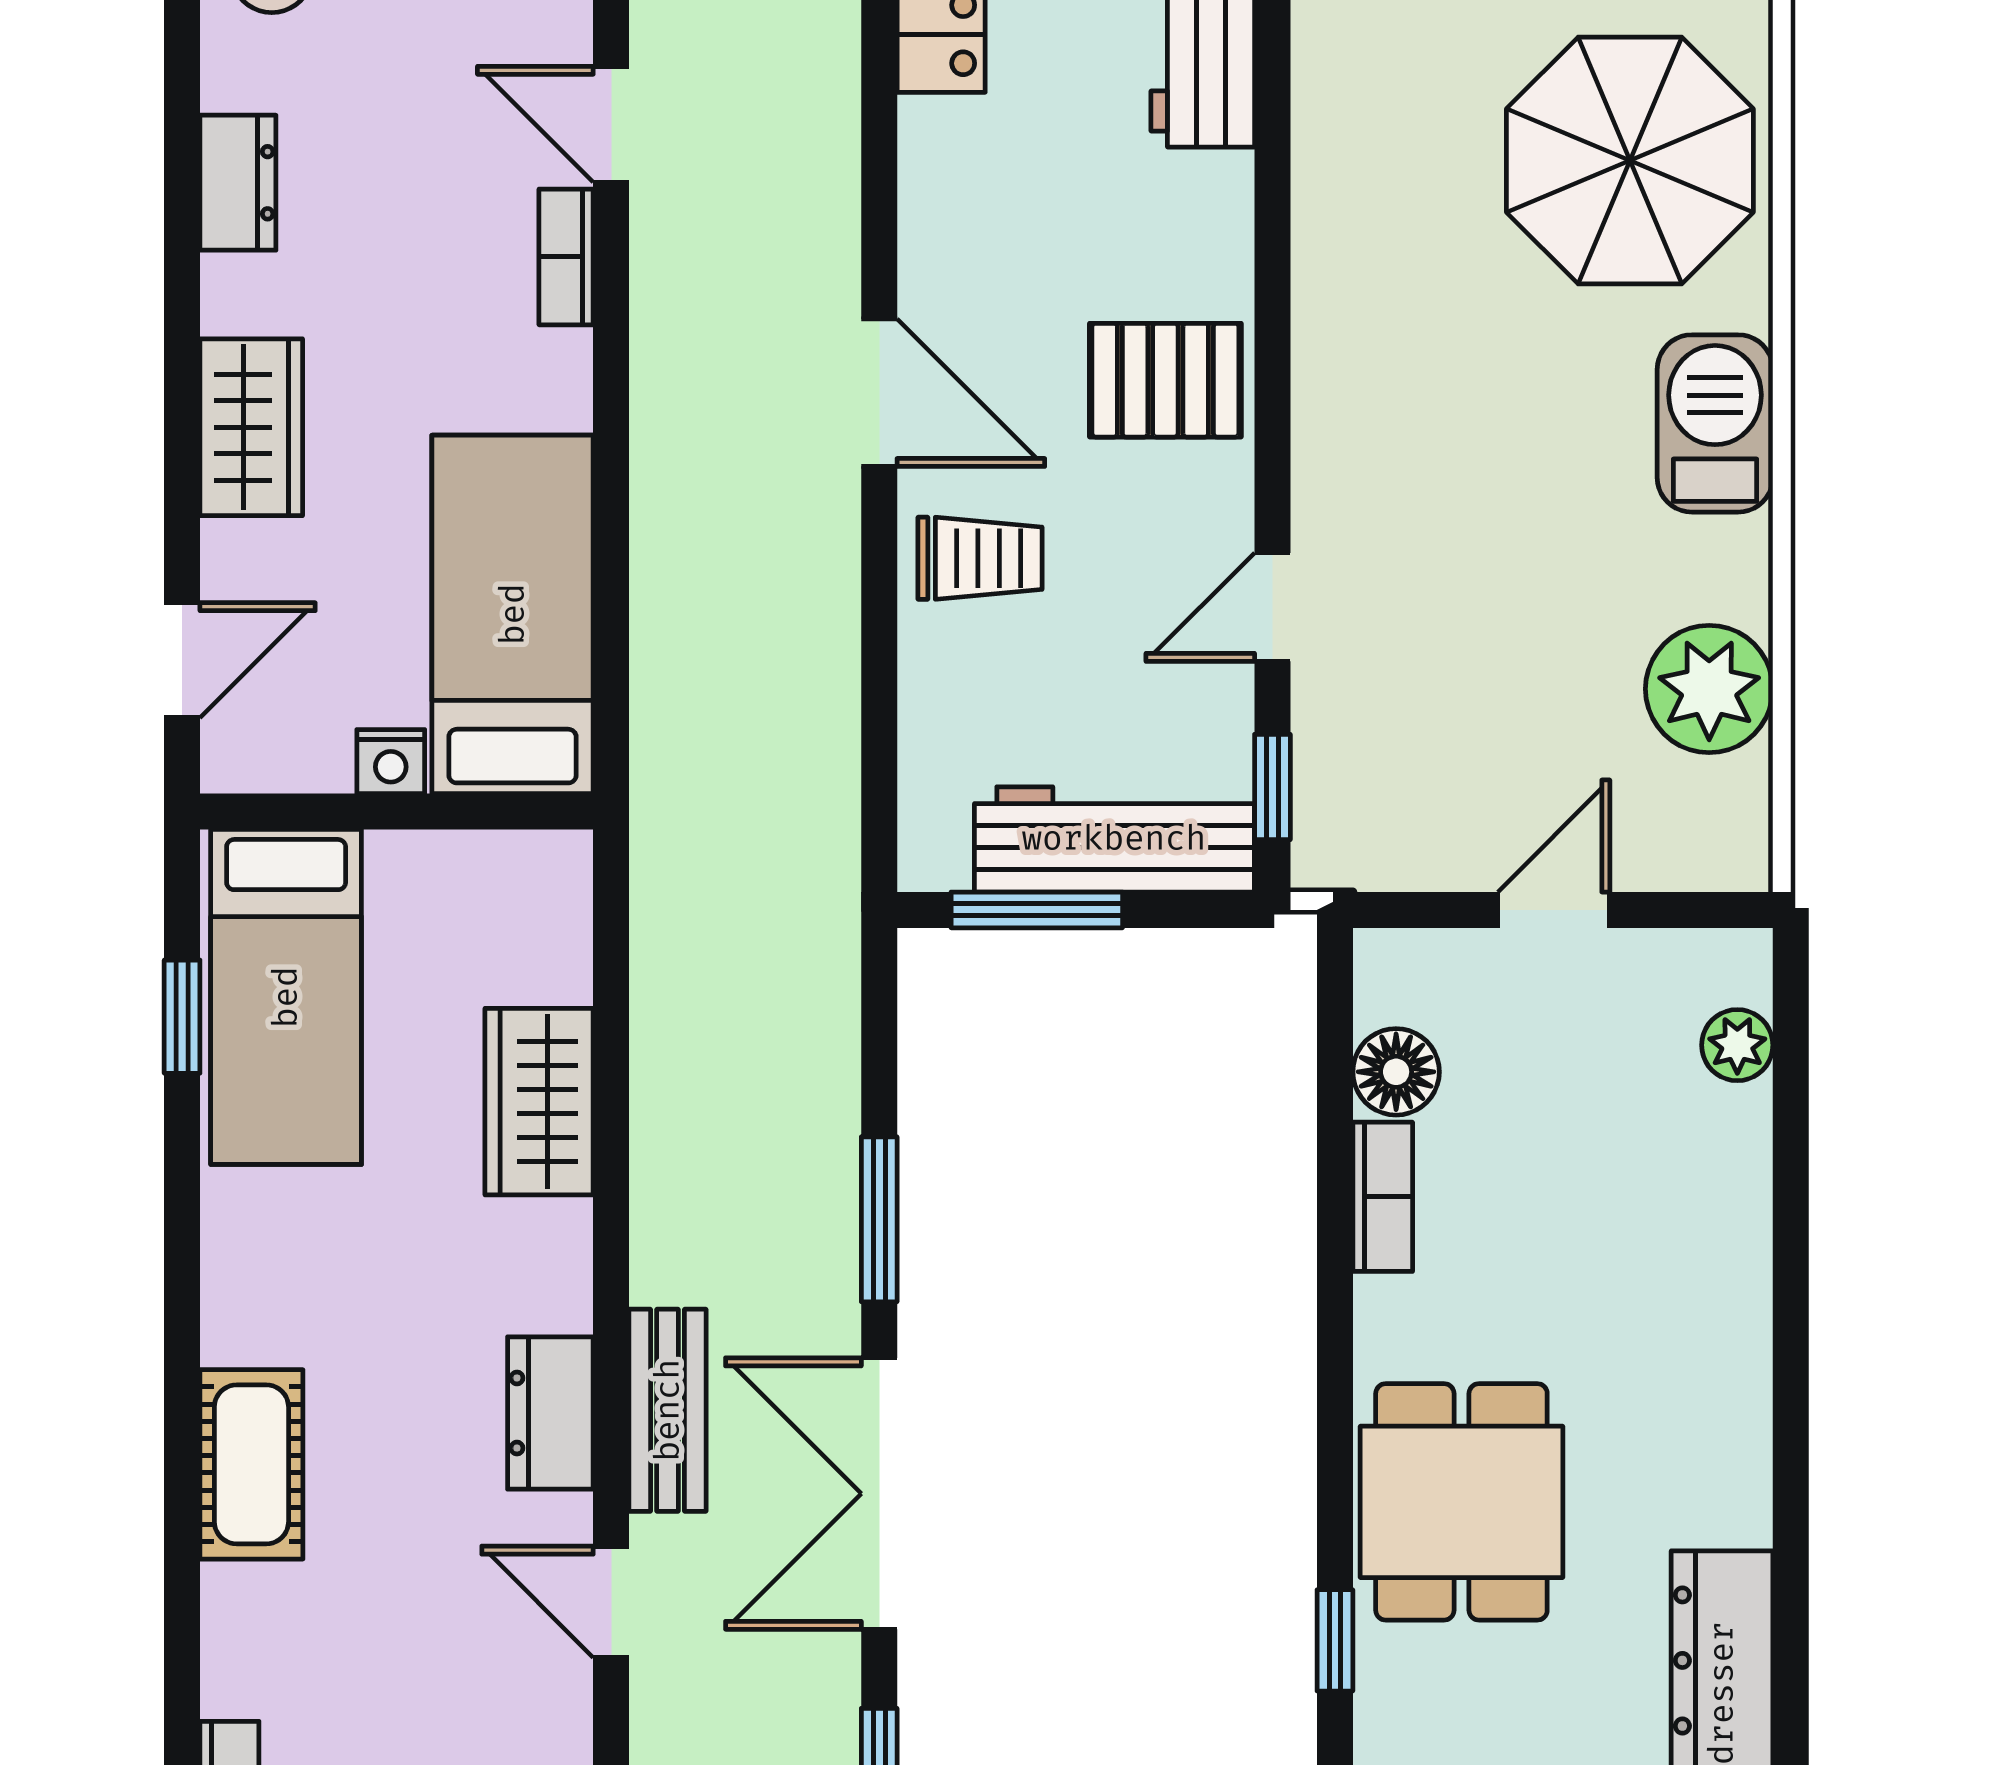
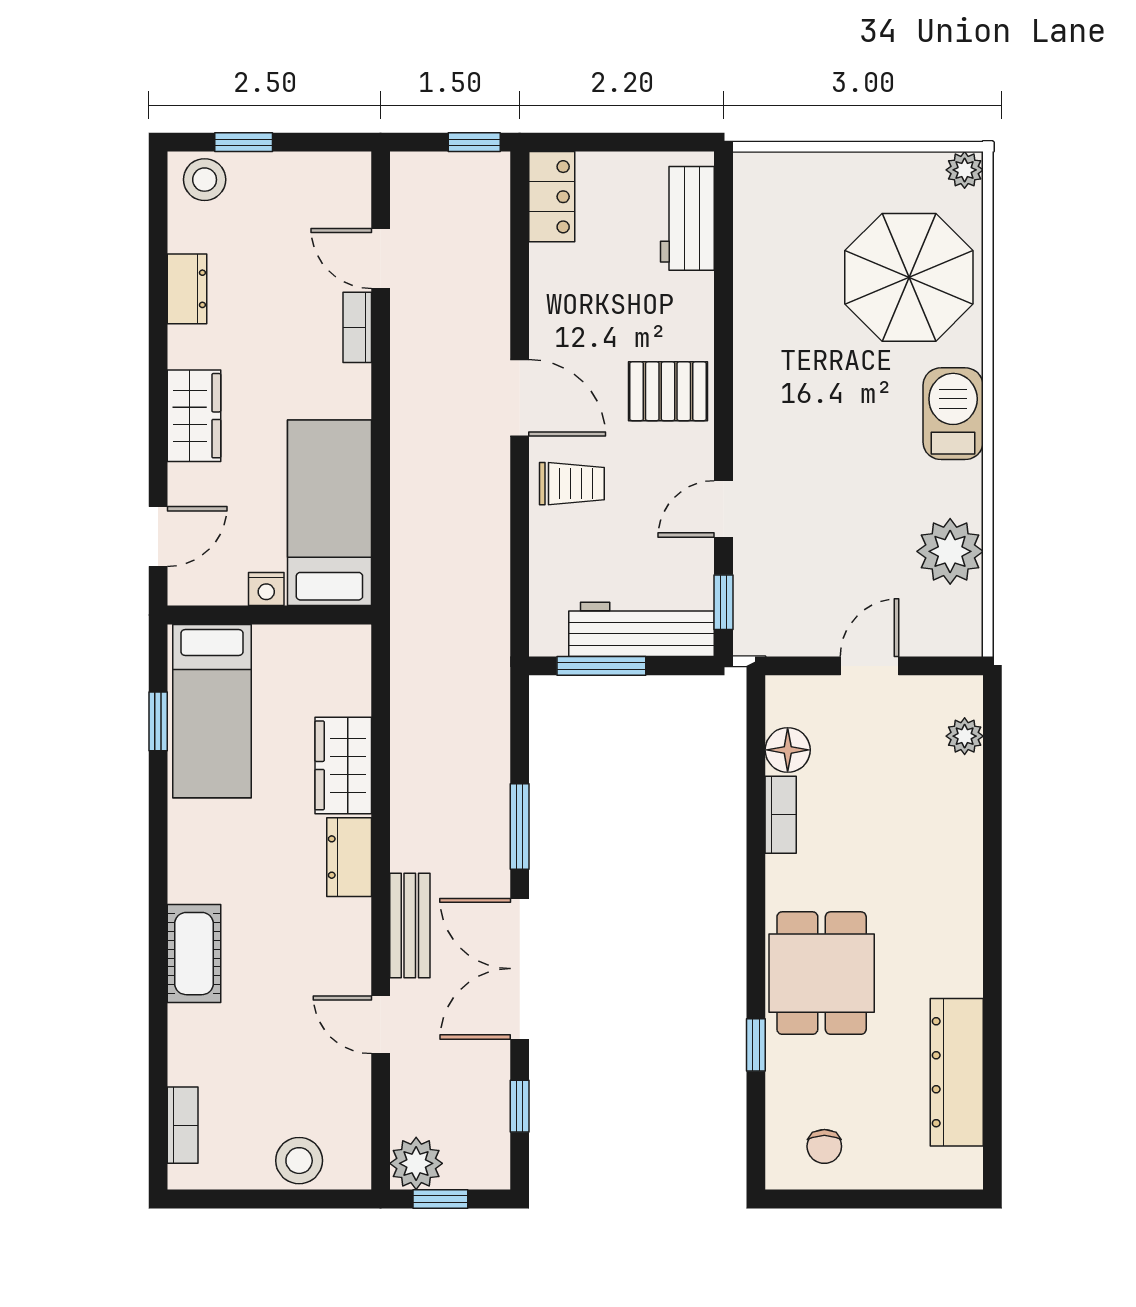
dresser: (550, 1413) -> (349, 857), moved

